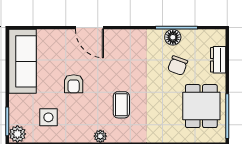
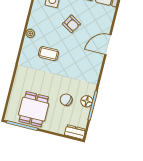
dresser: (218, 60) -> (75, 132), moved
armchair: (74, 84) -> (71, 24), turned -149
dining table: (201, 106) -> (34, 109), turned 90

